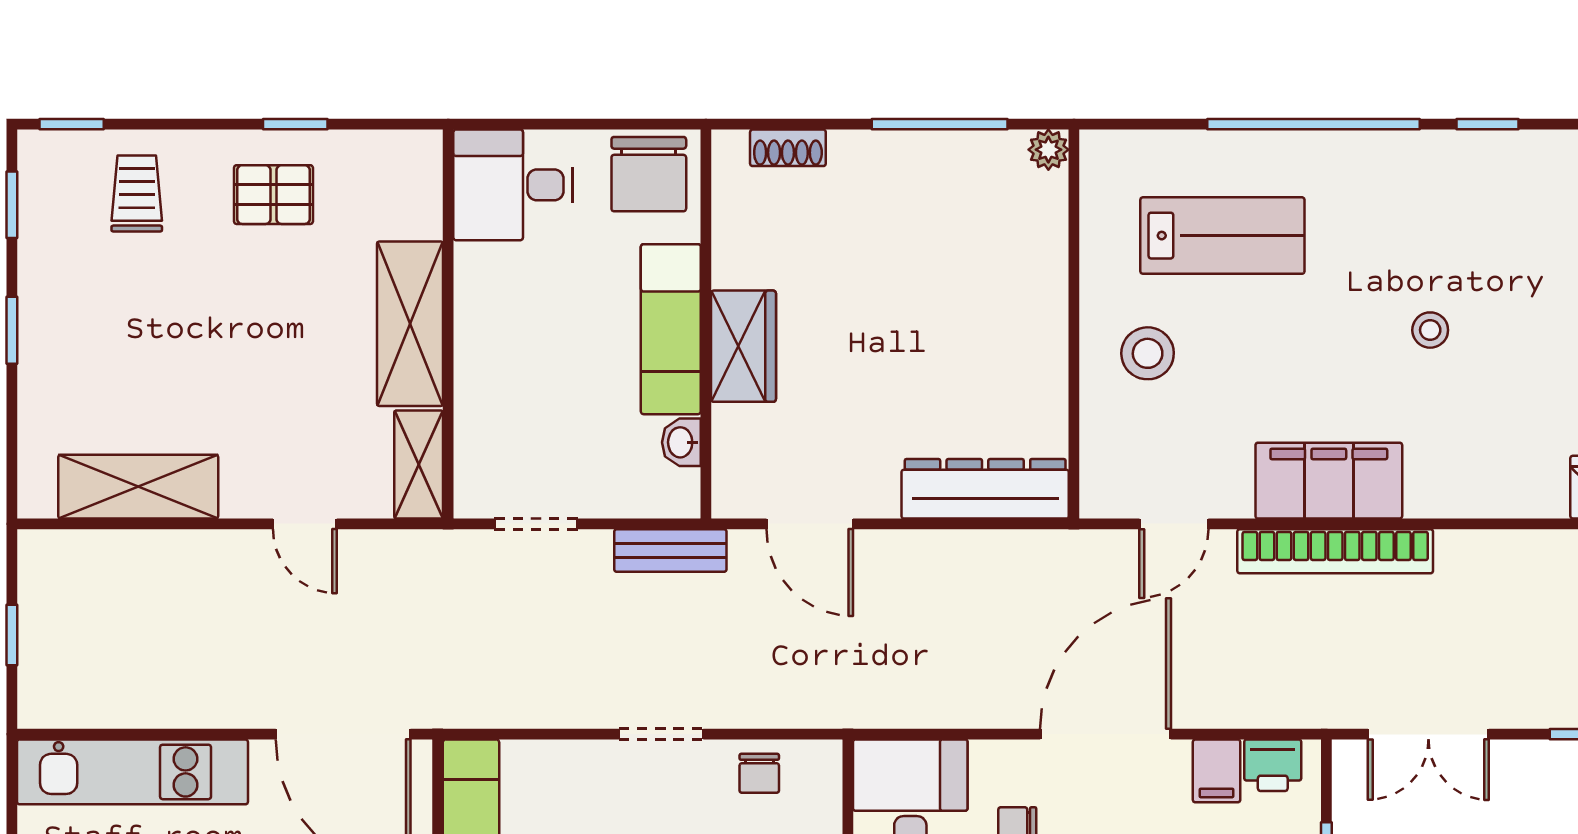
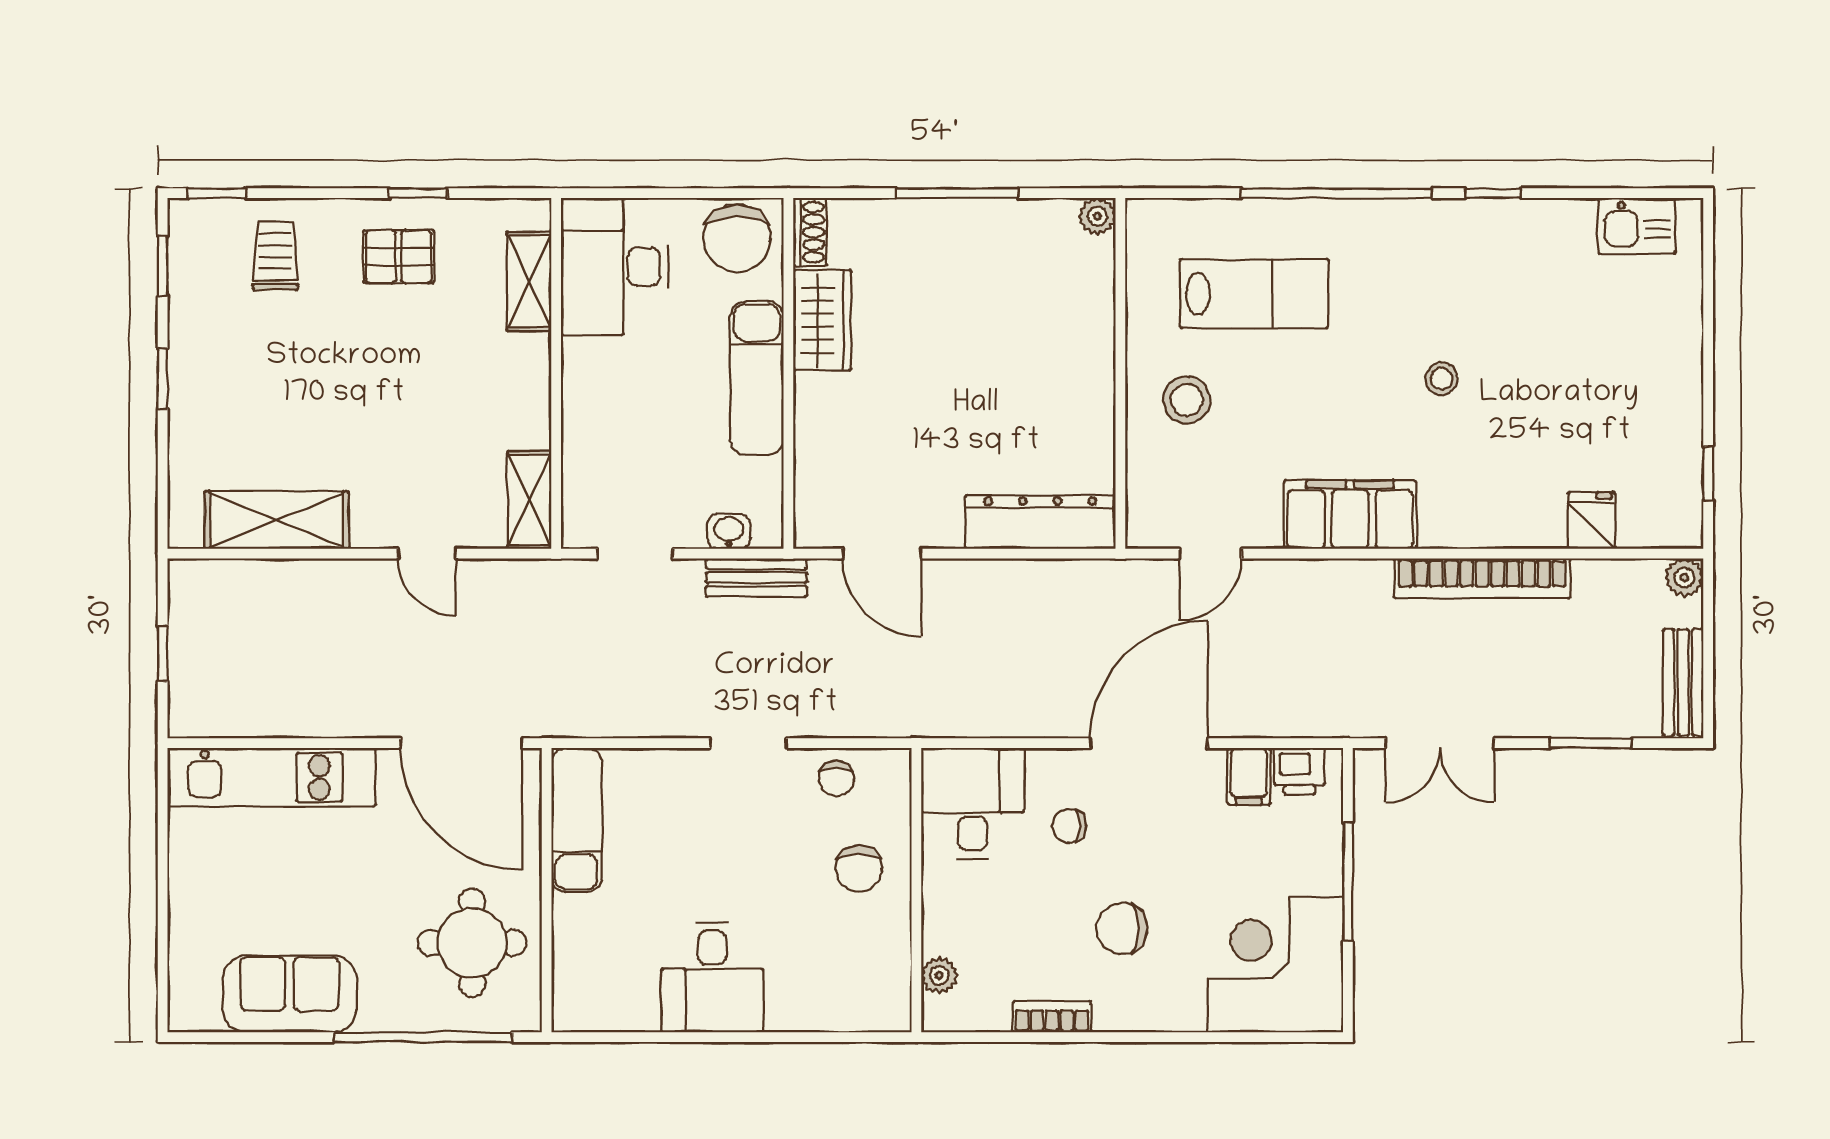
window: (940, 124) -> (957, 193), moved
shoe rack: (788, 148) -> (810, 232), moved, turned -90
desk: (513, 185) -> (615, 267), width x1.37
shelving: (410, 324) -> (529, 281), moved, width x0.67, depth x0.75
wardrobe: (743, 346) -> (822, 320), moved
washbasin: (681, 442) -> (729, 531), moved, turned 90
bookcase: (1335, 551) -> (1482, 578), moved

